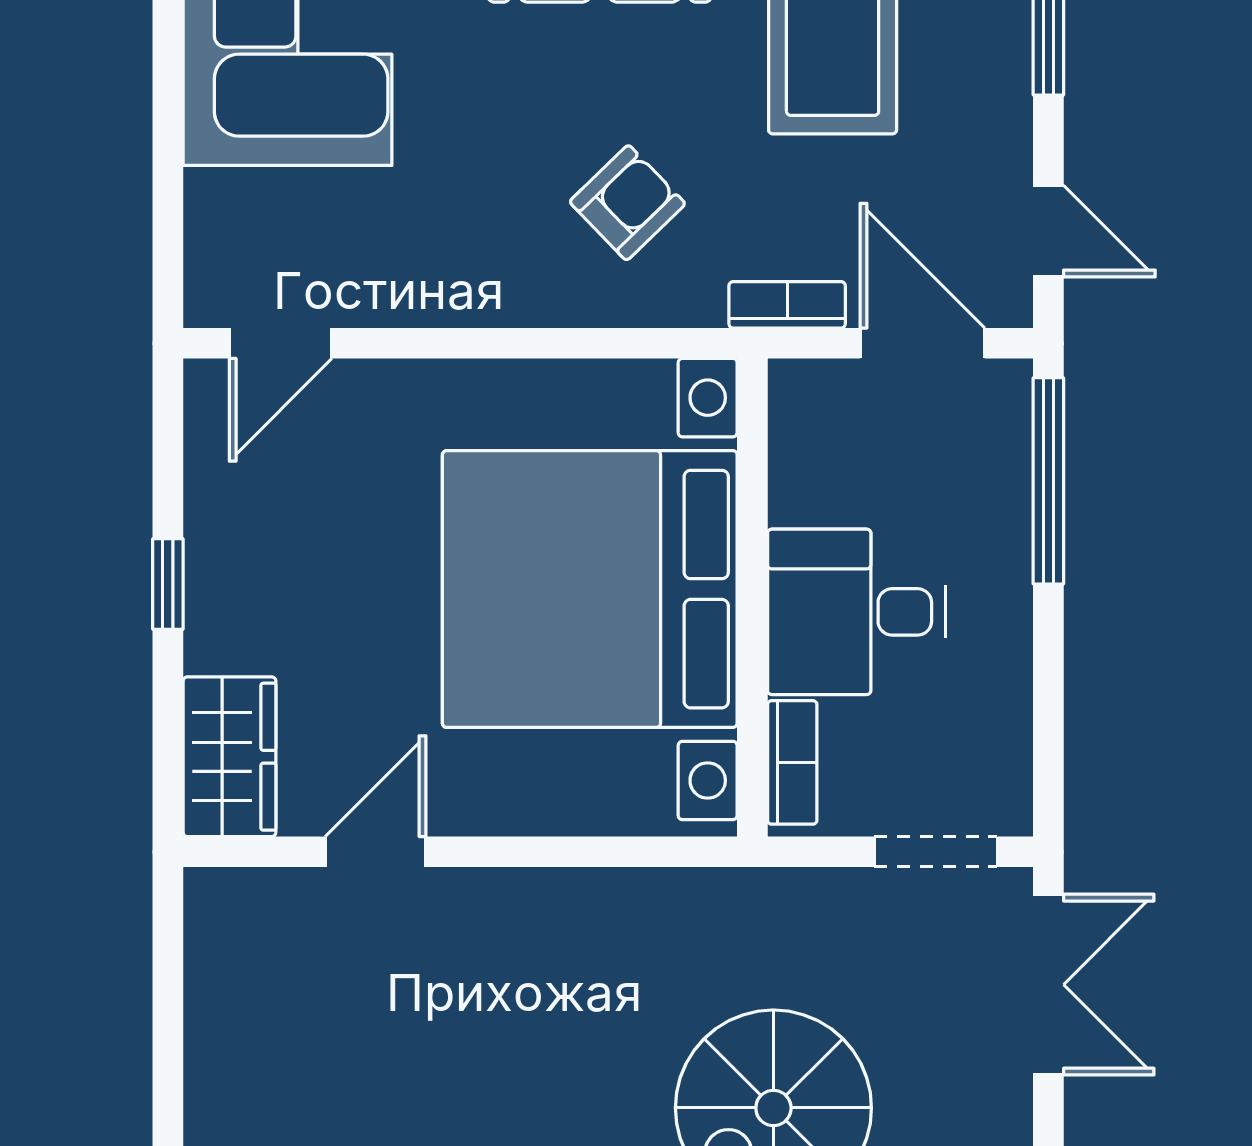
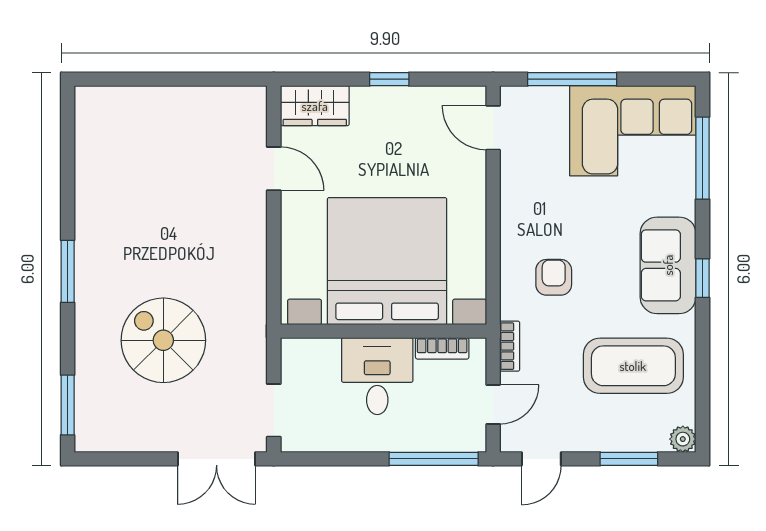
window: (168, 160) -> (572, 79), added
armchair: (627, 203) -> (554, 277), turned -136
door: (923, 343) -> (493, 405), width x0.73
bookcase: (792, 762) -> (442, 348), moved

